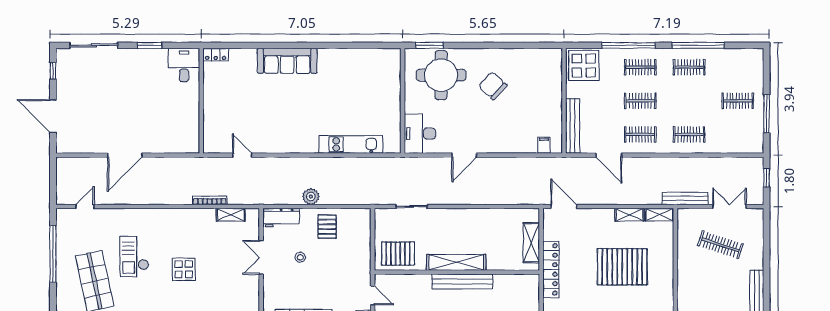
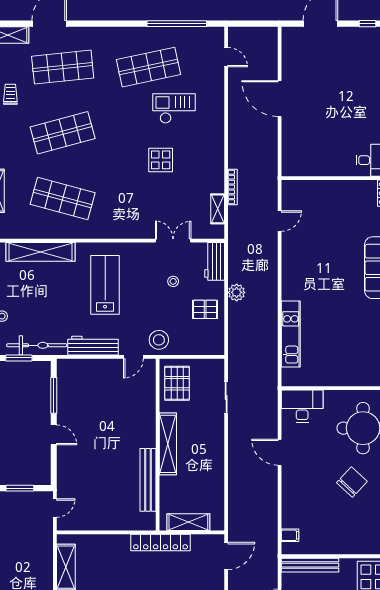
stool: (356, 271) -> (159, 340), added
bench: (462, 281) -> (148, 480), moved

